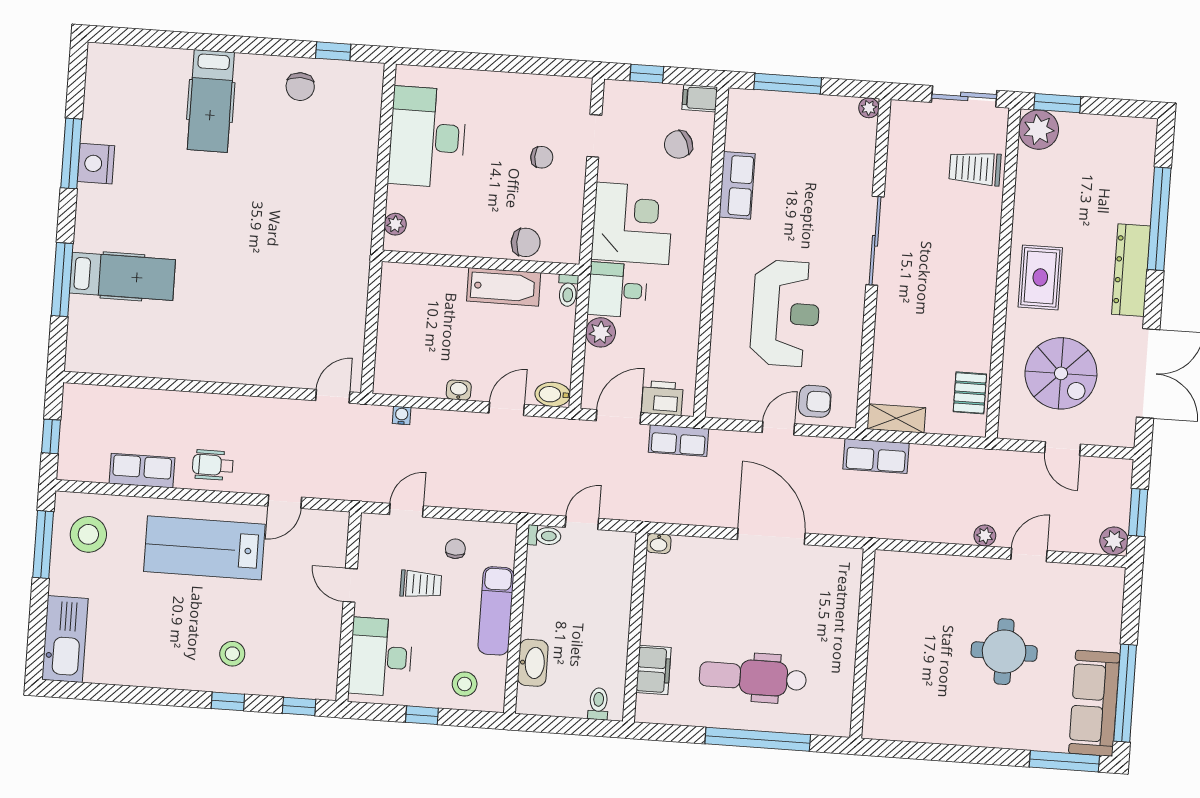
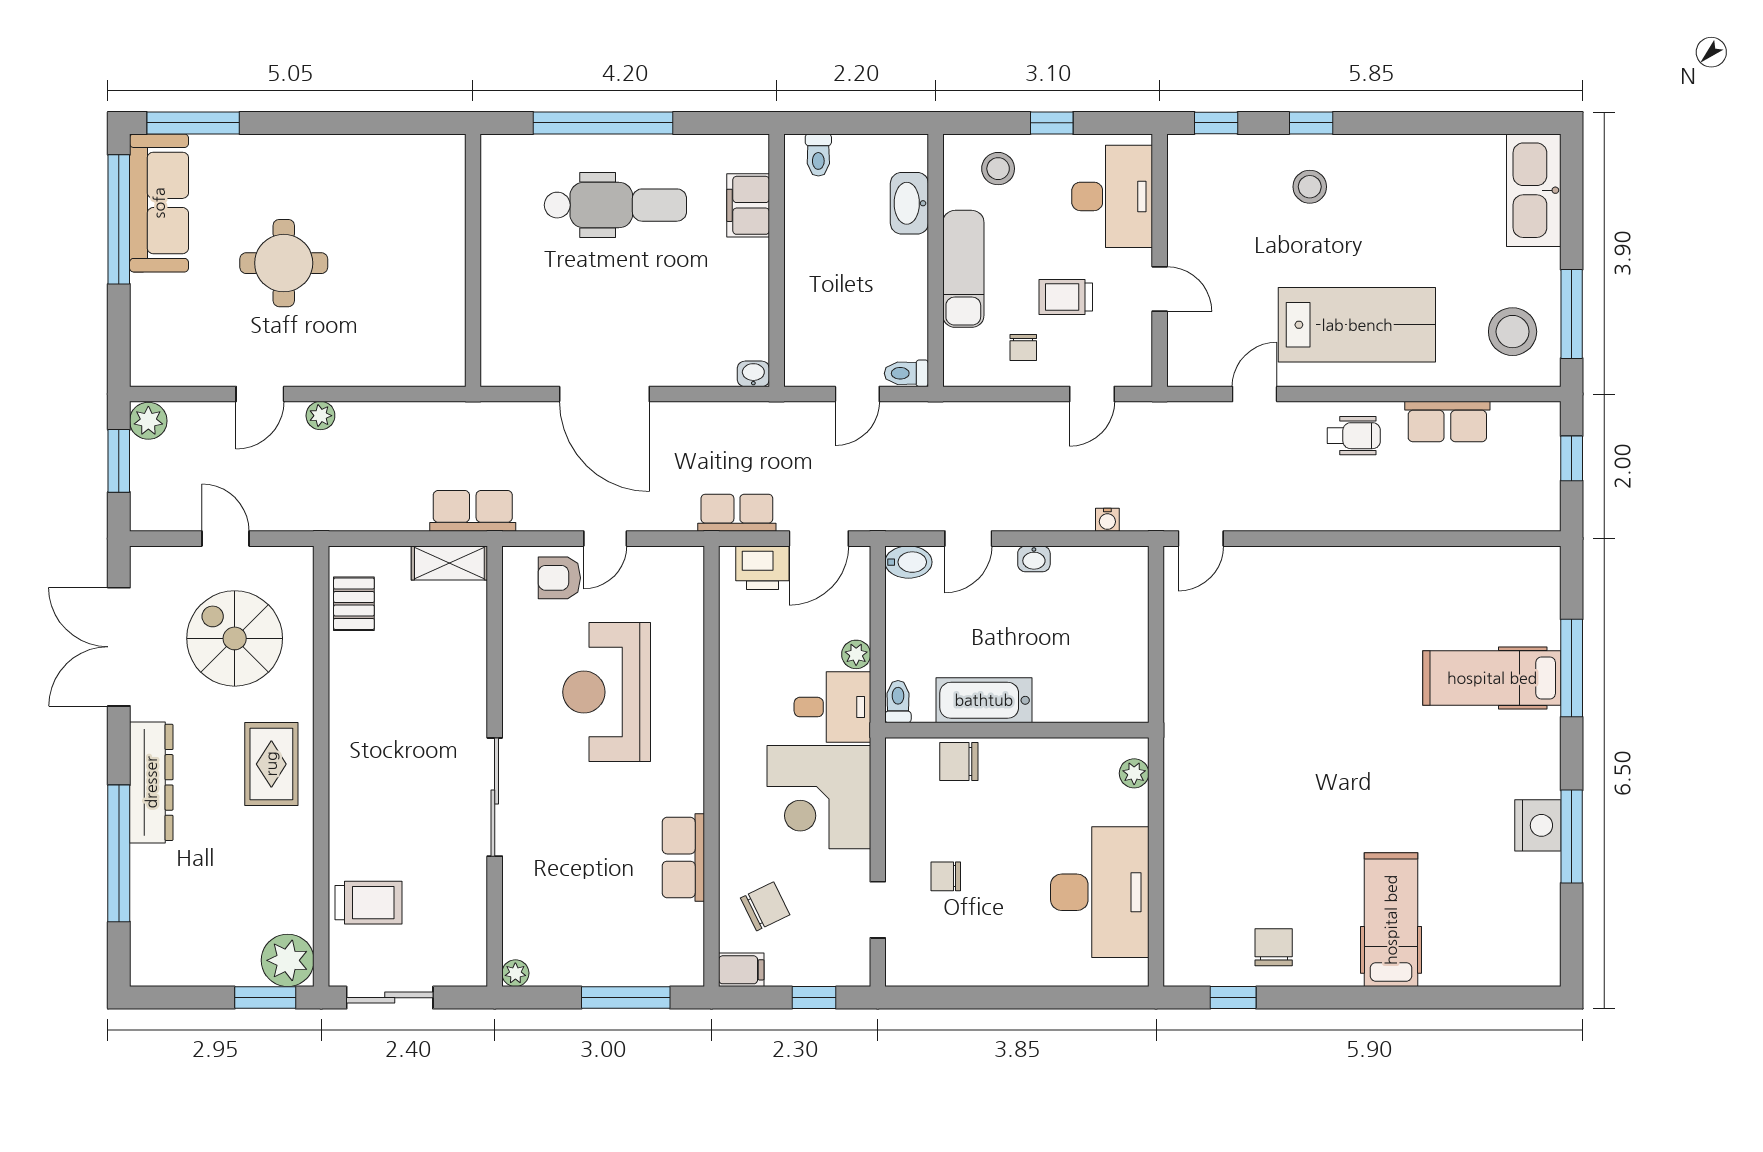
plant: (601, 332) -> (856, 654), width x0.73, depth x0.73

